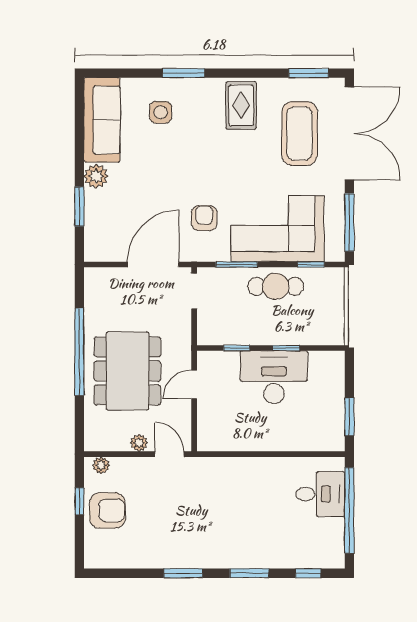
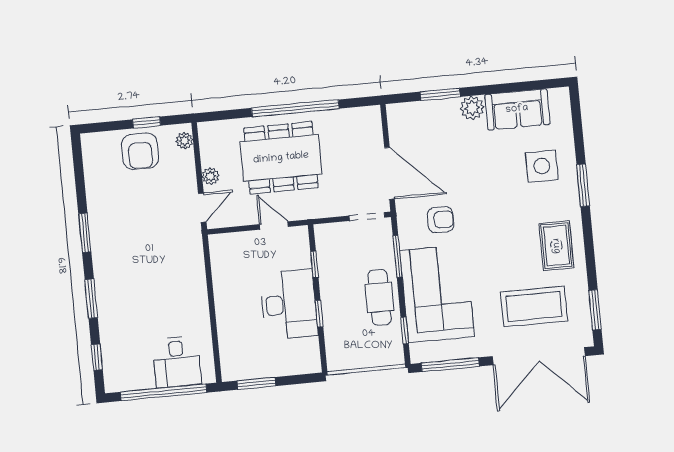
rug: (241, 105) -> (556, 246), turned 90
side table: (161, 112) -> (542, 166), width x1.37, depth x1.37
sofa: (102, 120) -> (517, 109), width x0.73

